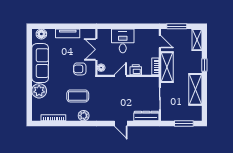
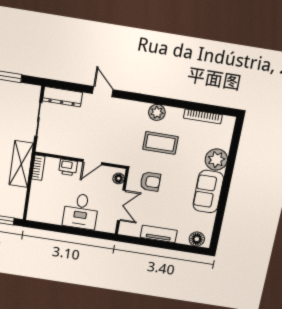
door: (160, 42) -> (27, 202), removed
sofa: (40, 63) -> (208, 192), width x0.73

